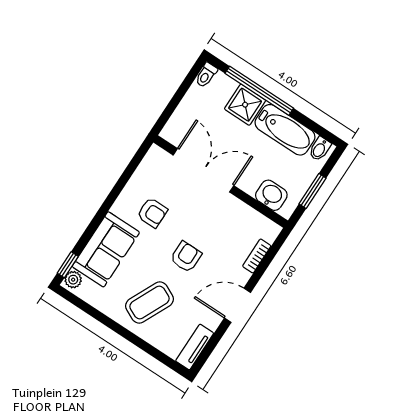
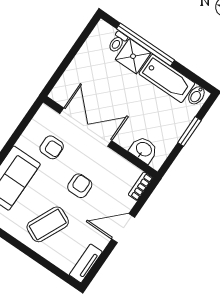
toilet: (206, 75) -> (118, 42), moved
double door: (204, 170) -> (86, 127), moved
wall: (221, 181) -> (100, 137), moved
washbasin: (271, 195) -> (144, 150), moved

